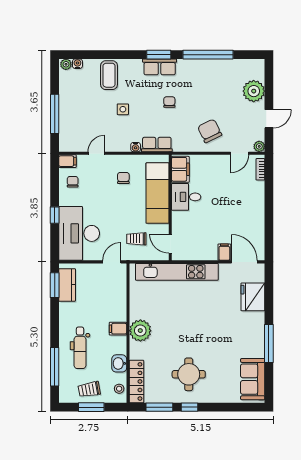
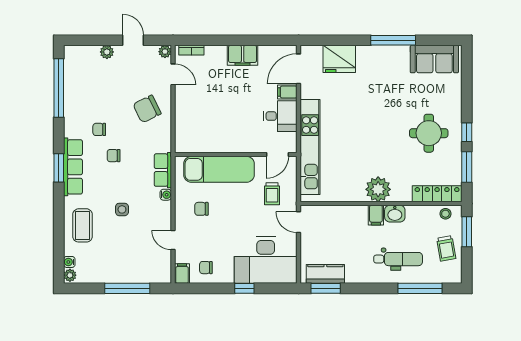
window: (208, 55) -> (59, 88), moved
row of seats: (160, 67) -> (73, 167), width x1.48
coffee table: (109, 75) -> (83, 225), turned 90
chair: (192, 90) -> (99, 129), added
plant: (254, 91) -> (107, 52), width x0.53, depth x0.53
filing cabinet: (180, 169) -> (243, 55), moved, turned 180
desk: (186, 197) -> (280, 116), moved, turned -90
washbasin: (119, 363) -> (395, 214), moved
window: (91, 407) -> (467, 232), moved

